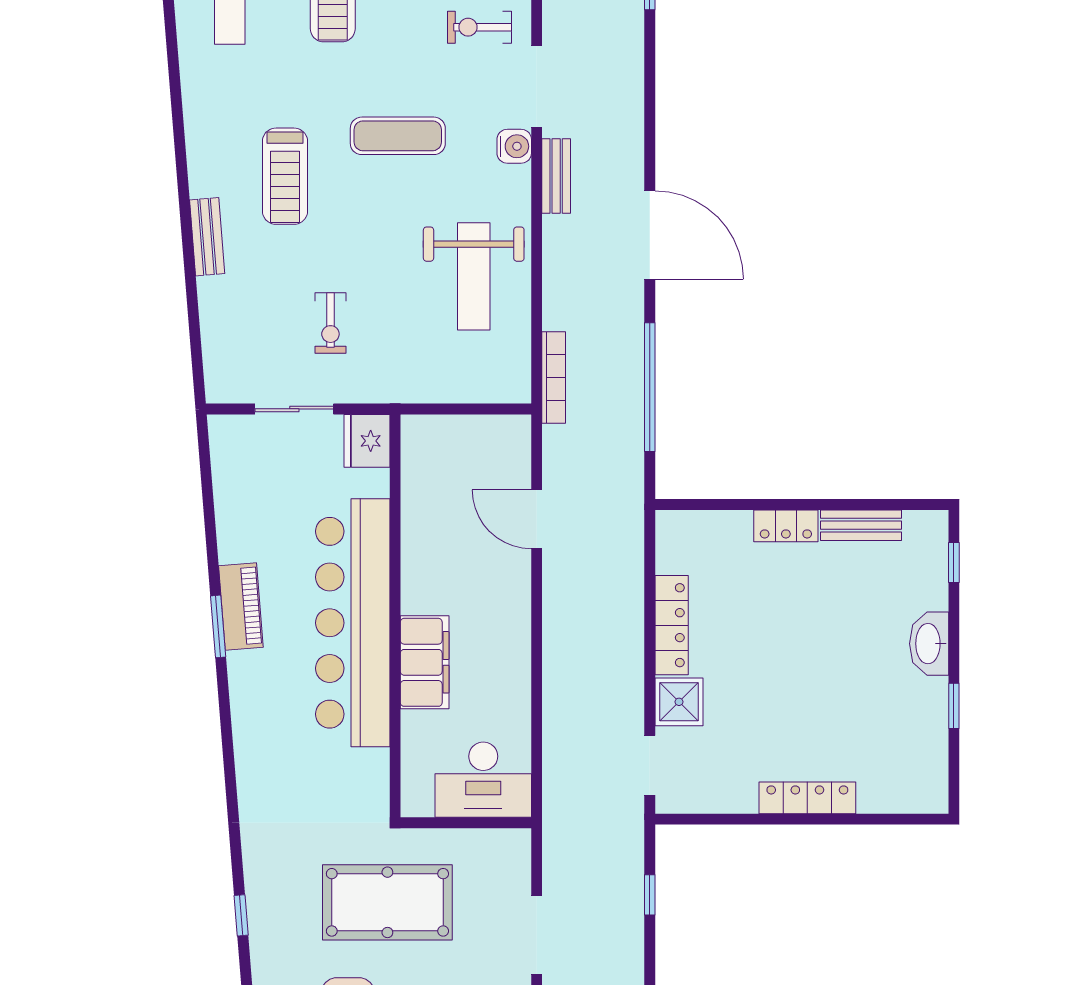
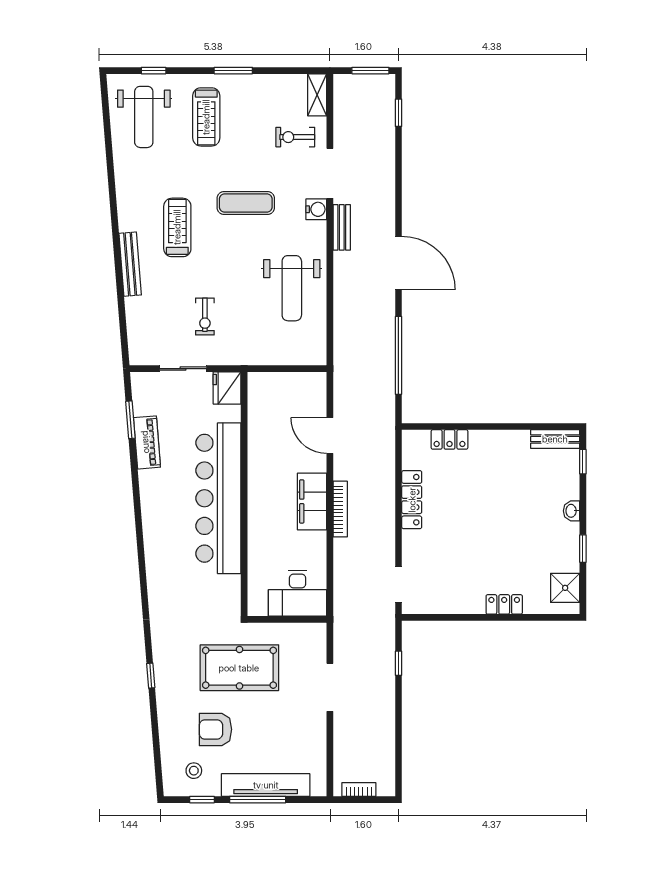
treadmill: (285, 176) -> (177, 227), turned 180
bench: (207, 237) -> (130, 264), width x1.36
bookcase: (554, 378) -> (340, 509), moved
bench: (861, 525) -> (555, 439), moved
locker: (786, 526) -> (449, 439), moved
piano: (241, 606) -> (147, 442), moved
window: (218, 626) -> (130, 420), moved
washbasin: (929, 644) -> (572, 511), width x0.52, depth x0.69
filing cabinet: (425, 662) -> (312, 501), moved, turned 180
shower: (679, 702) -> (565, 588), moved
locker: (807, 798) -> (504, 604), width x0.66

